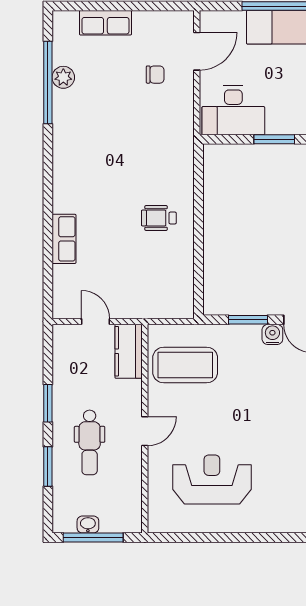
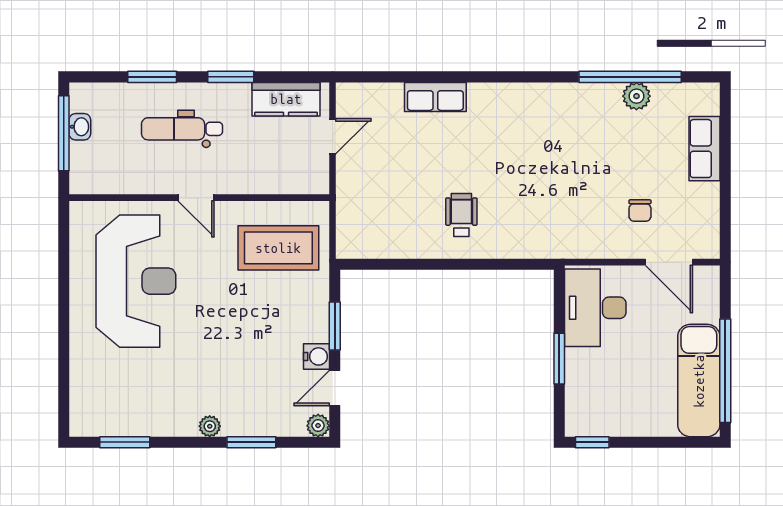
kitchen counter: (129, 351) -> (286, 99), moved, turned 180
coffee table: (185, 365) -> (278, 248), turned 90
reception desk: (212, 479) -> (136, 281), width x1.36, depth x1.30

